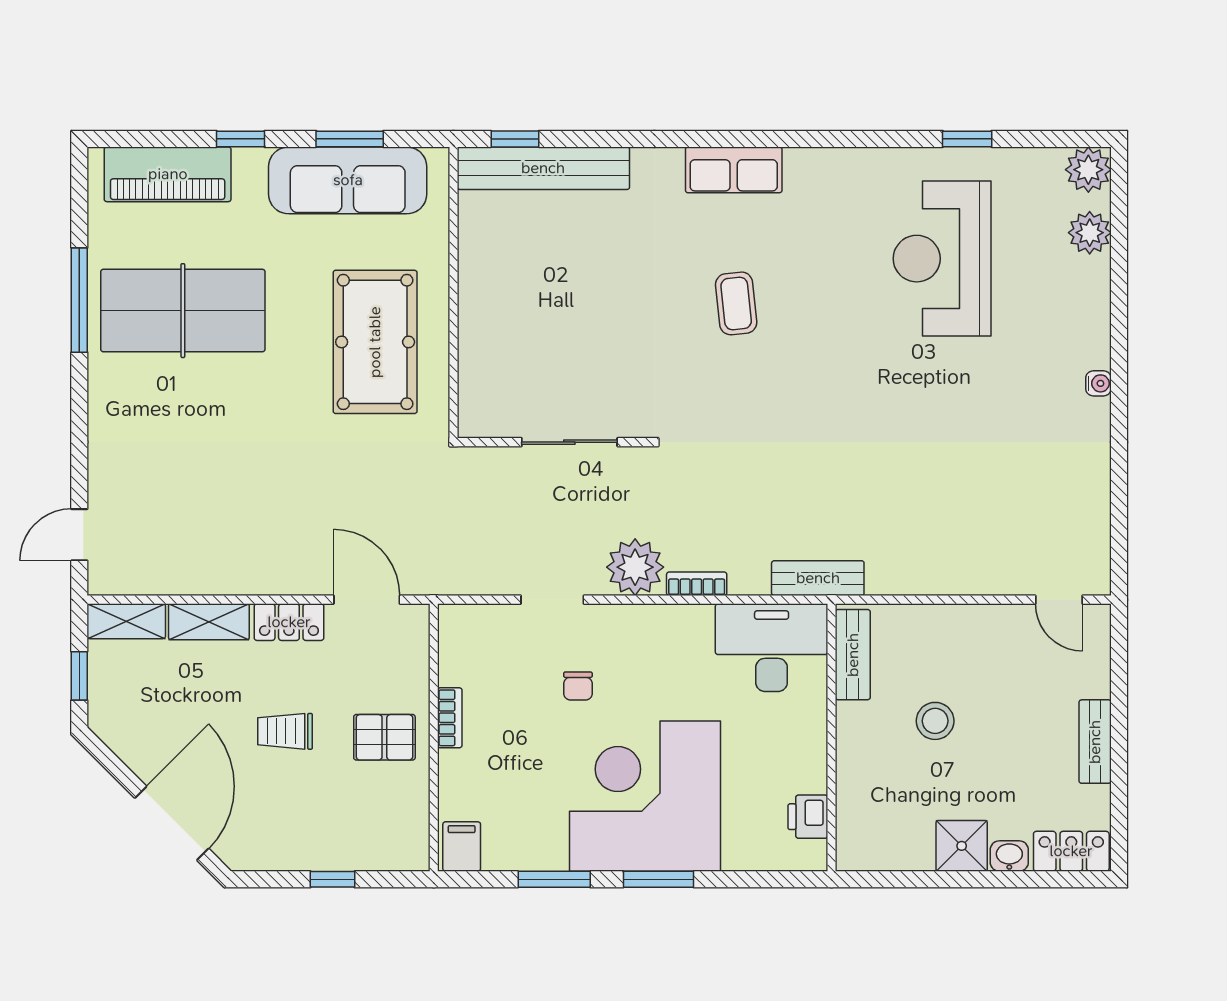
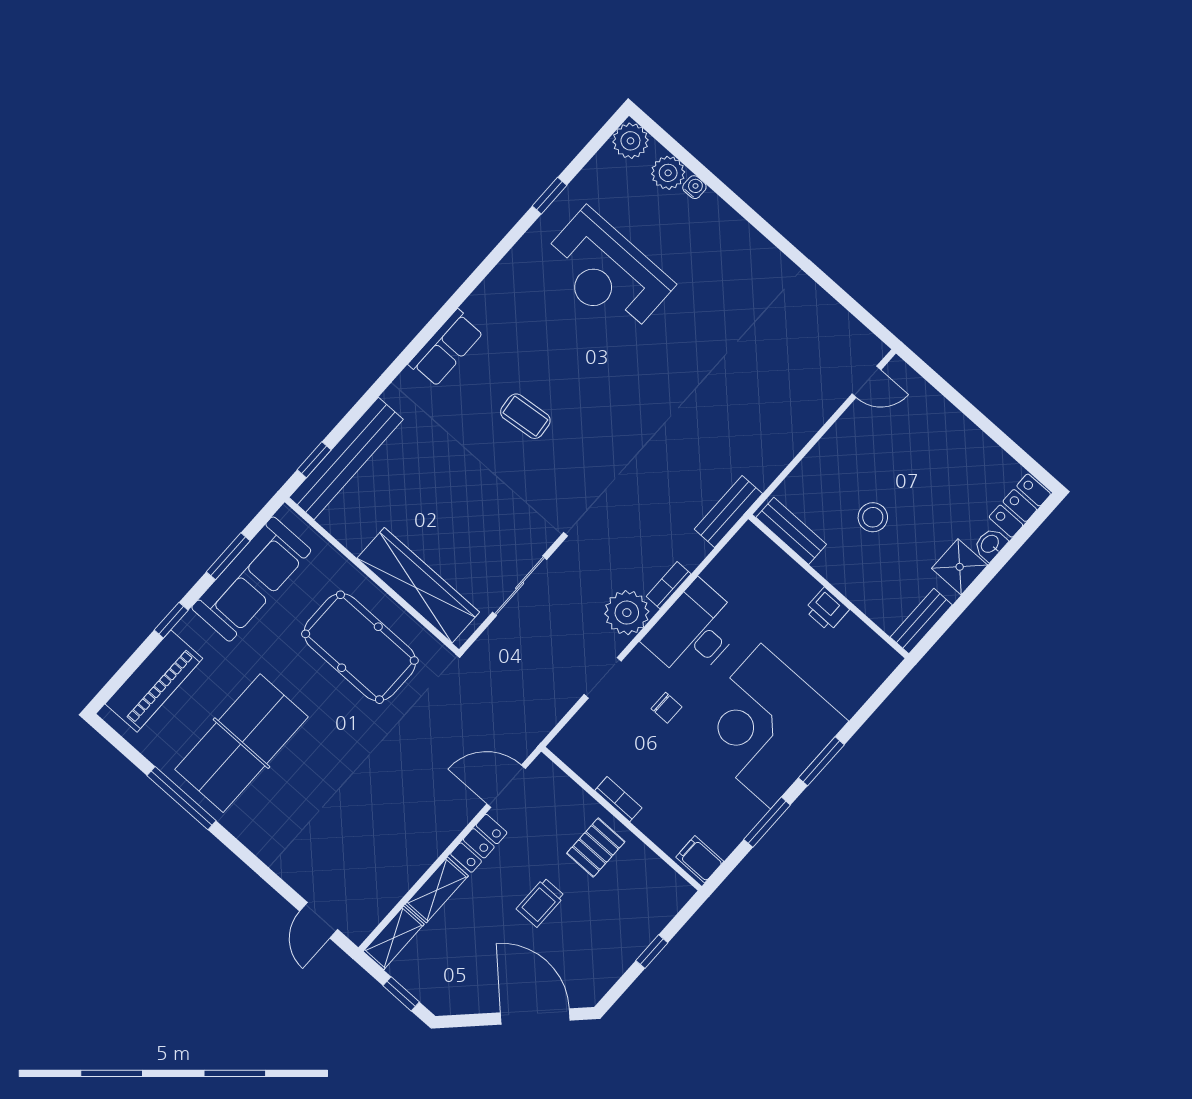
wardrobe: (484, 345) -> (418, 585), added
water cooler: (1098, 383) -> (694, 187), moved
desk: (772, 648) -> (694, 632), moved
bench: (1095, 742) -> (921, 621), moved, turned 90
printer: (808, 817) -> (827, 610), moved

